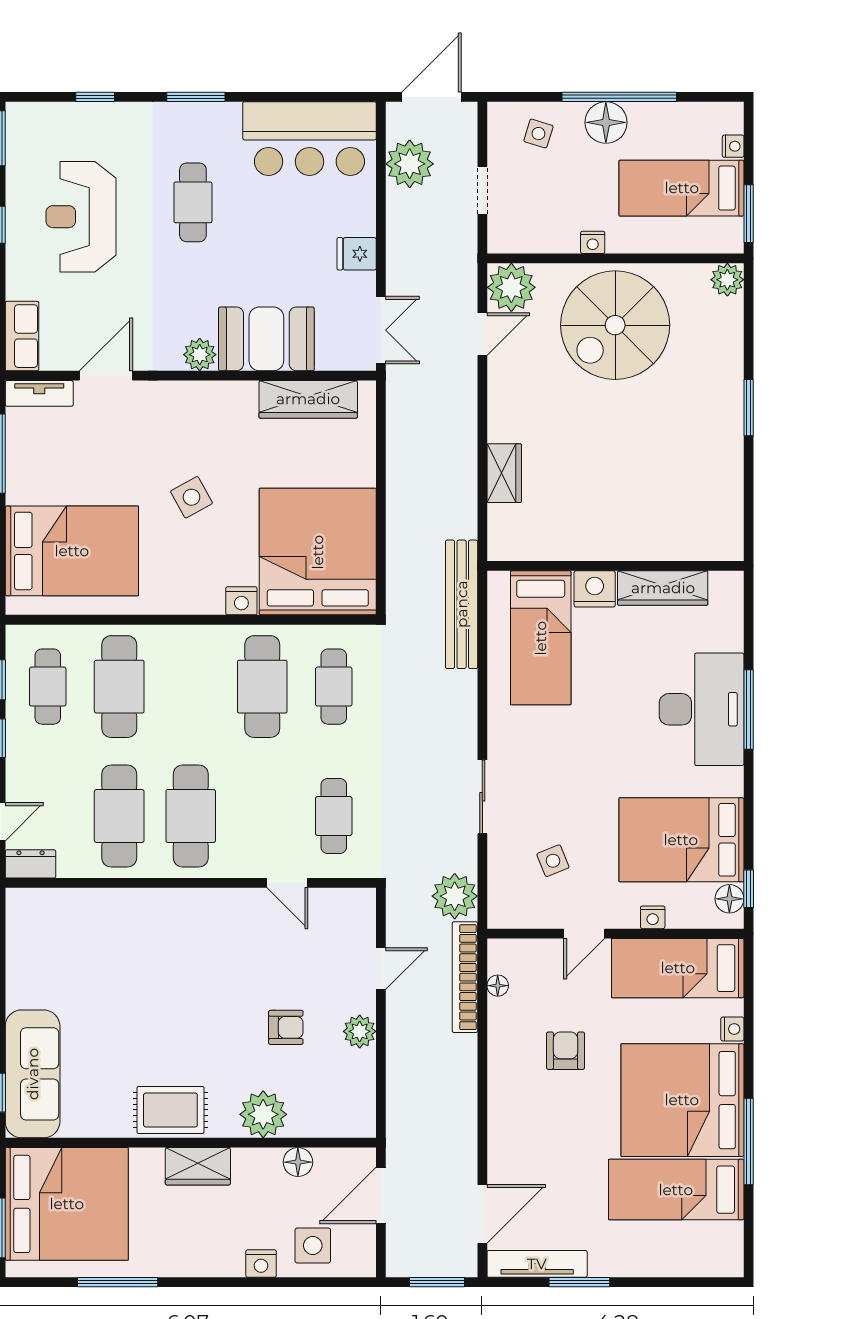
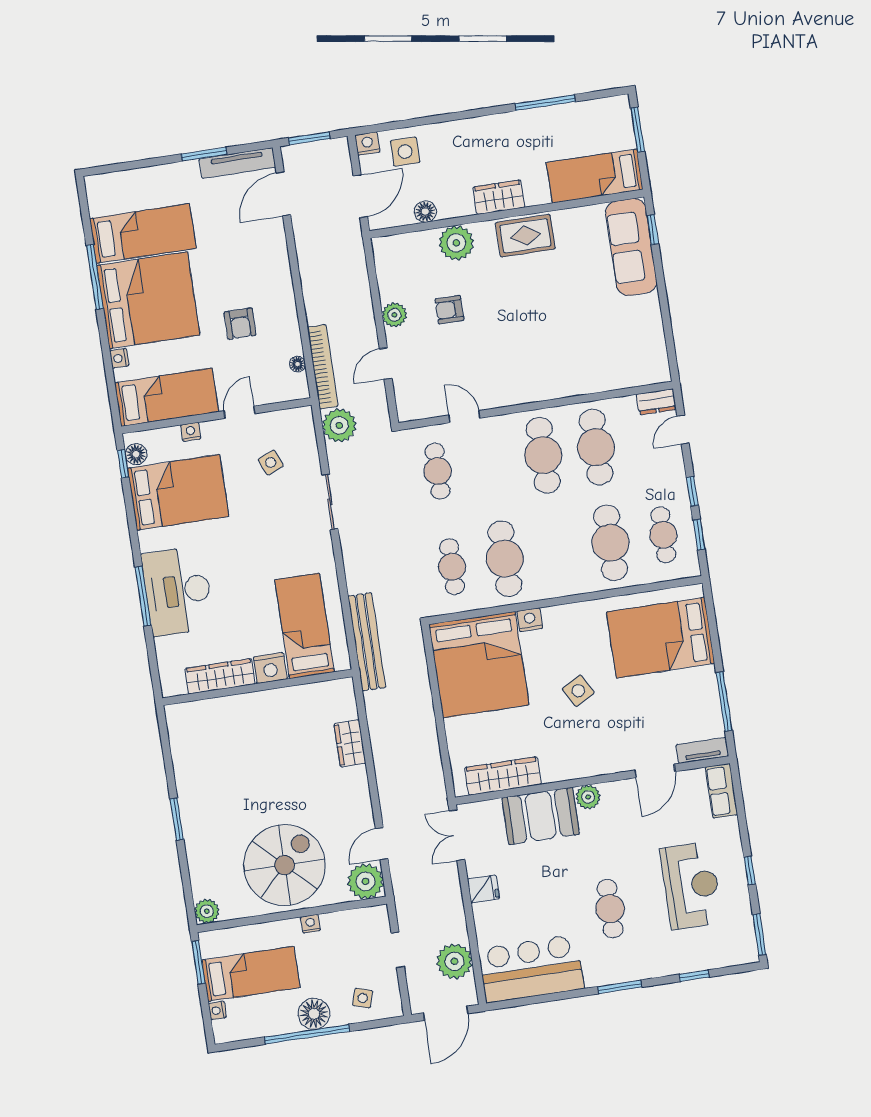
bed: (67, 1204) -> (595, 176), width x0.49
nightstand: (261, 1264) -> (367, 144), moved

